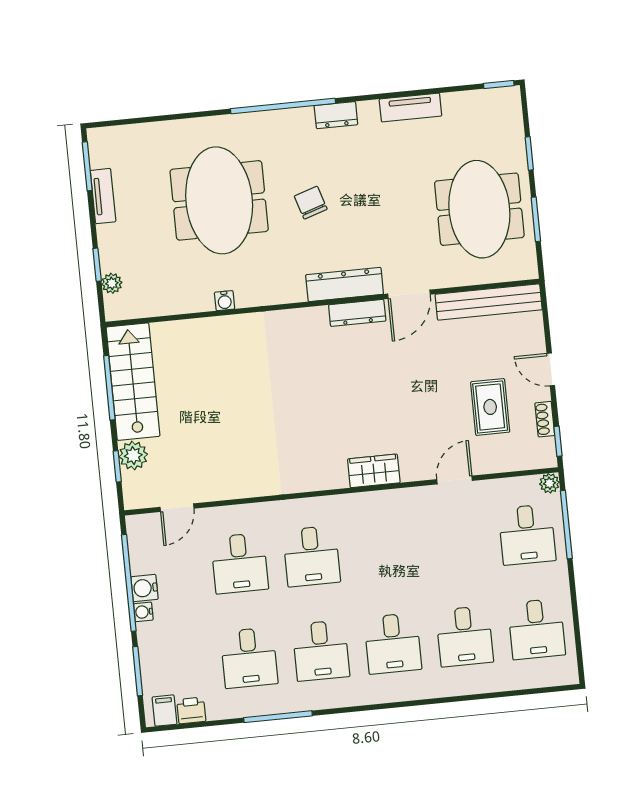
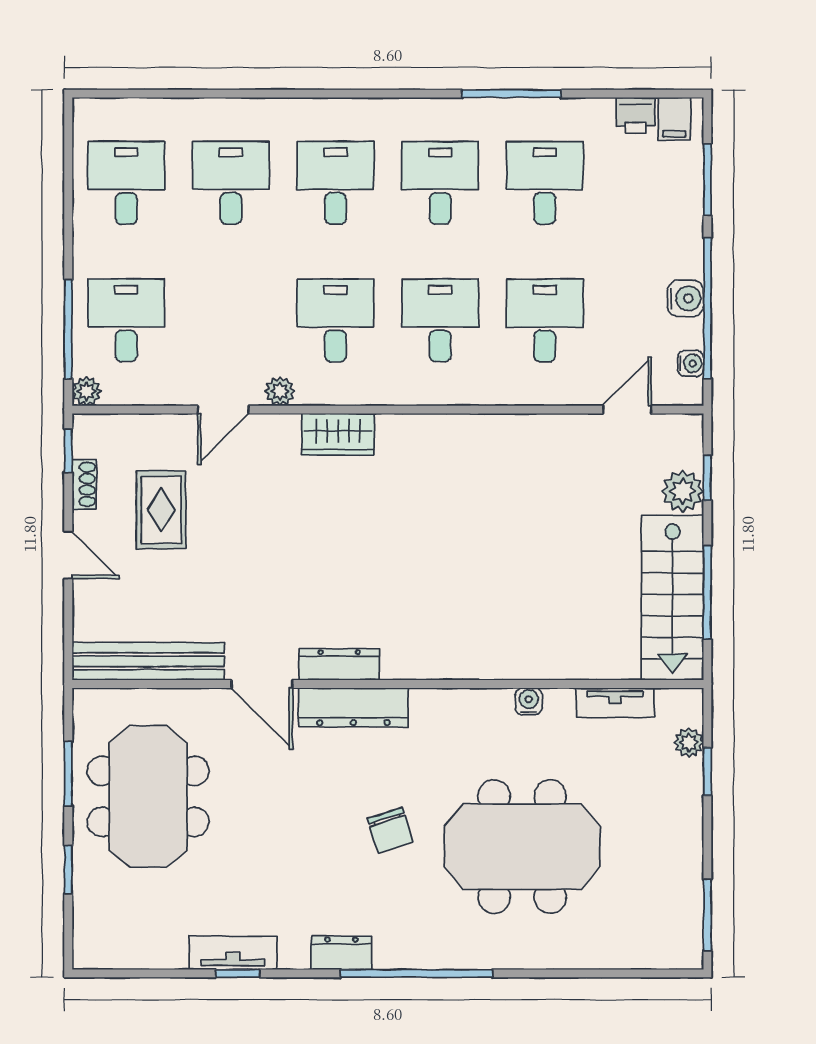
window: (499, 84) -> (237, 973), moved
tv unit: (103, 196) -> (615, 703), moved, turned -90
meeting table: (219, 200) -> (522, 847), turned 90
door: (409, 294) -> (262, 684), swing flipped
plant: (417, 497) -> (280, 391), added
desk: (383, 549) -> (335, 320), added
water cooler: (143, 612) -> (691, 363), moved

